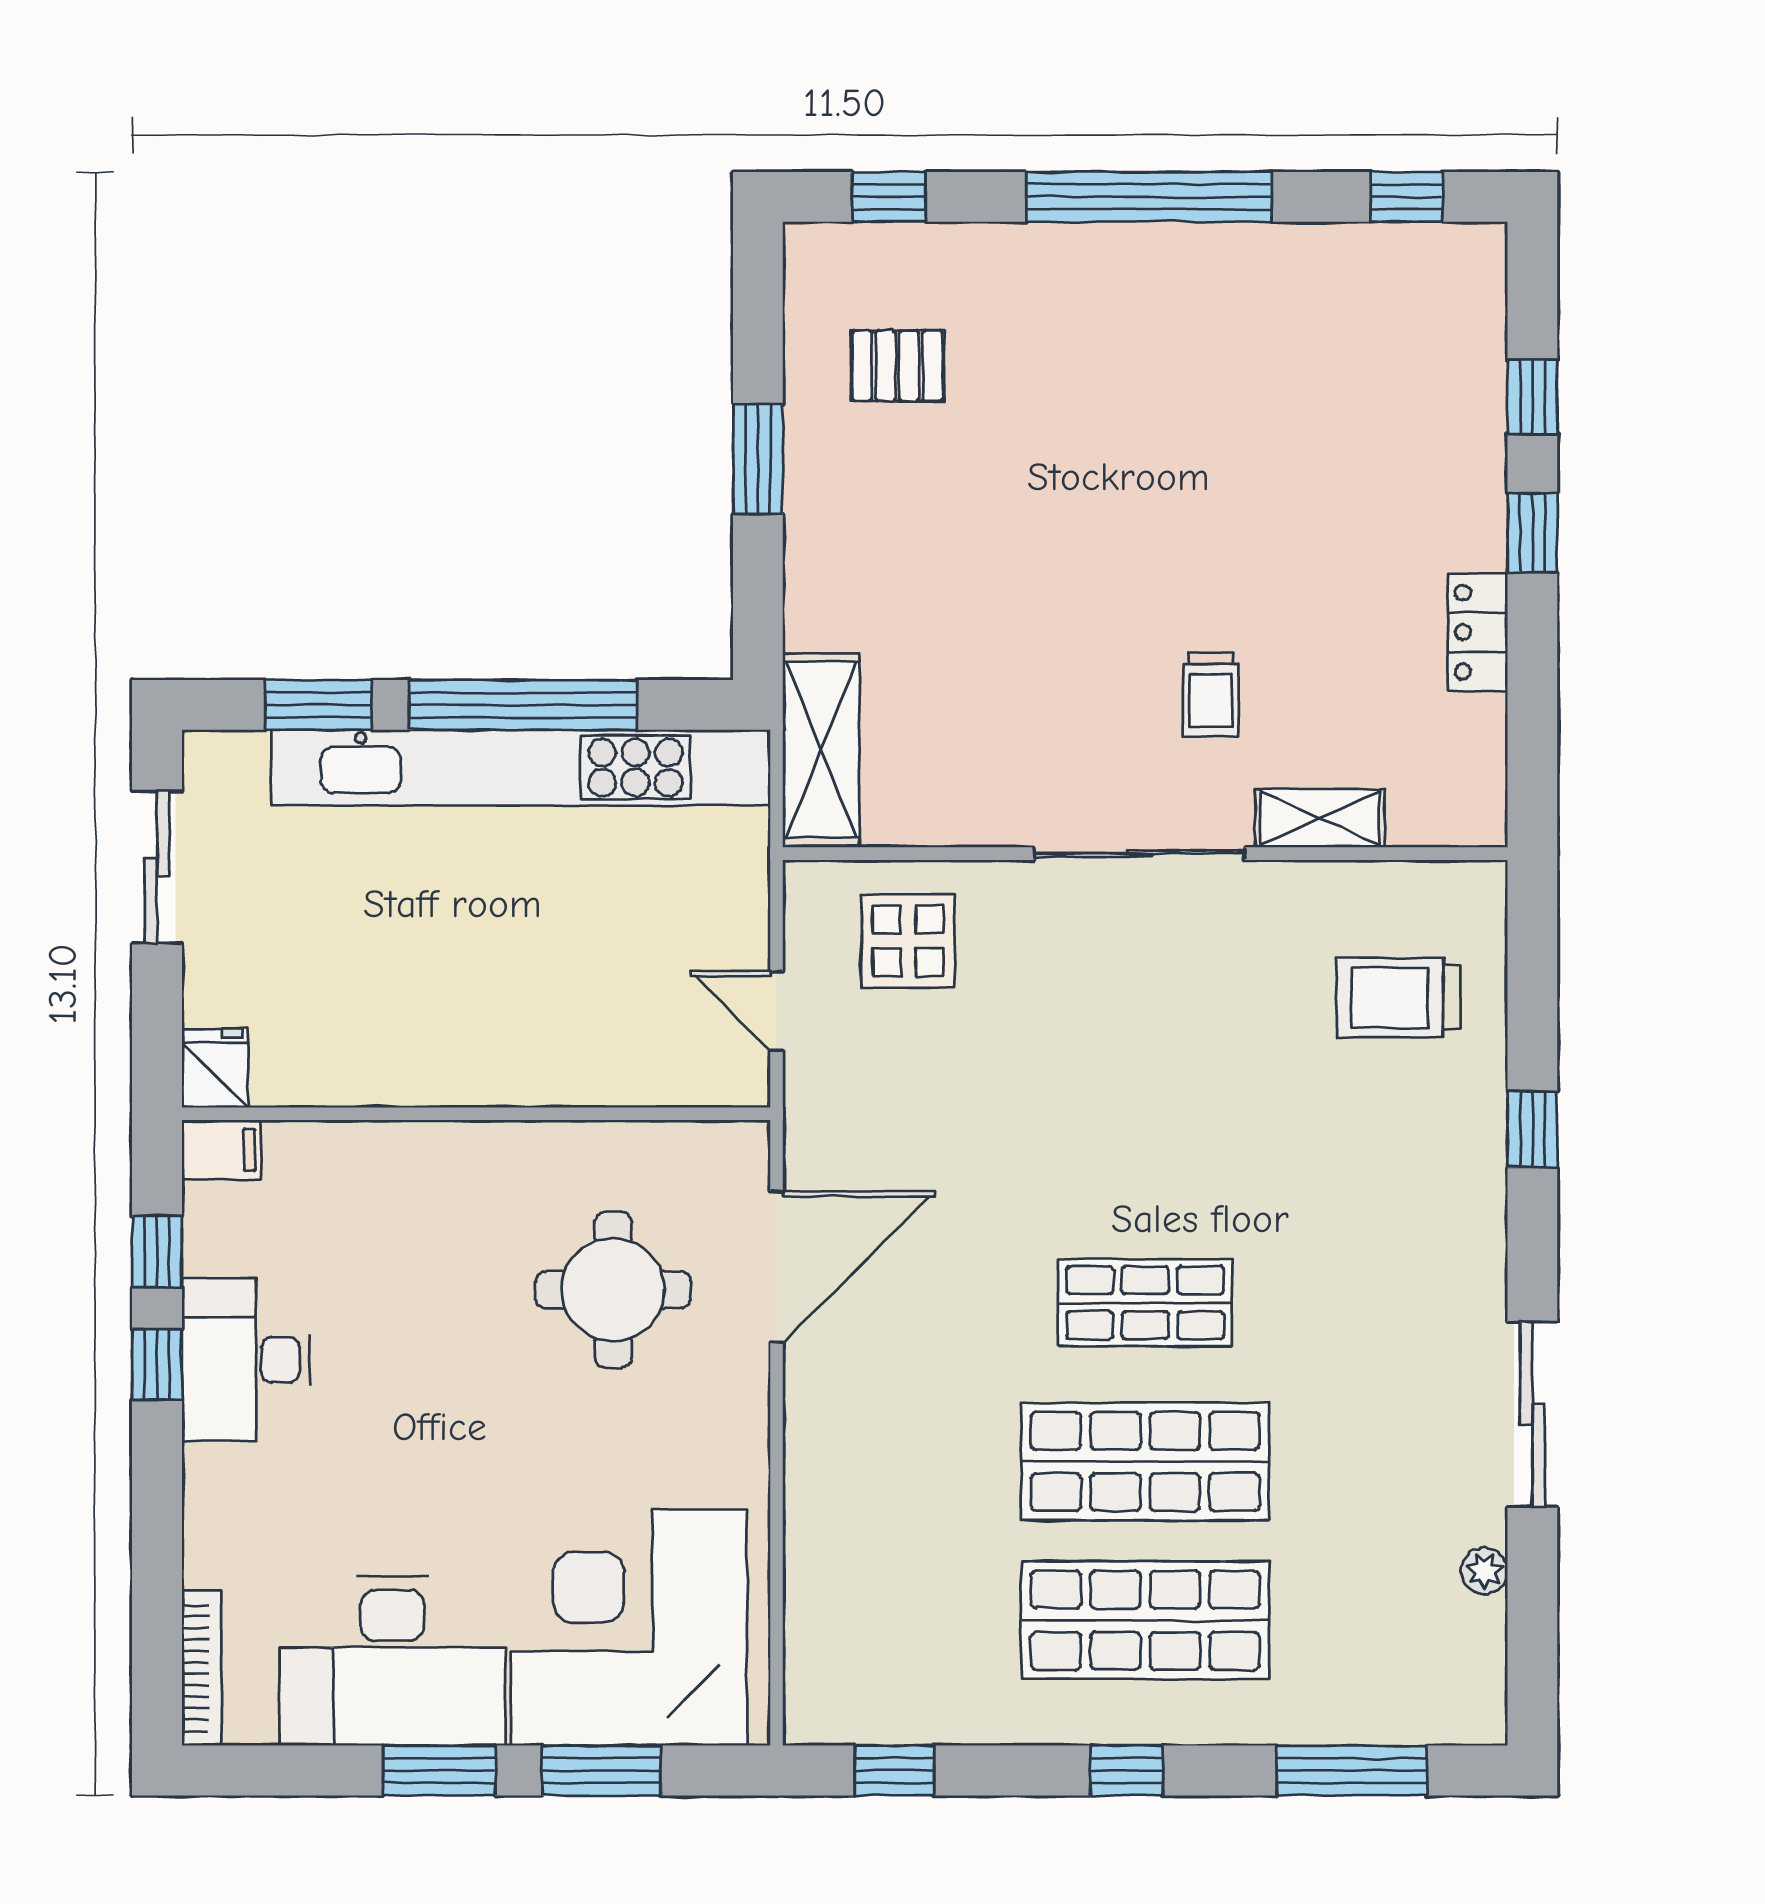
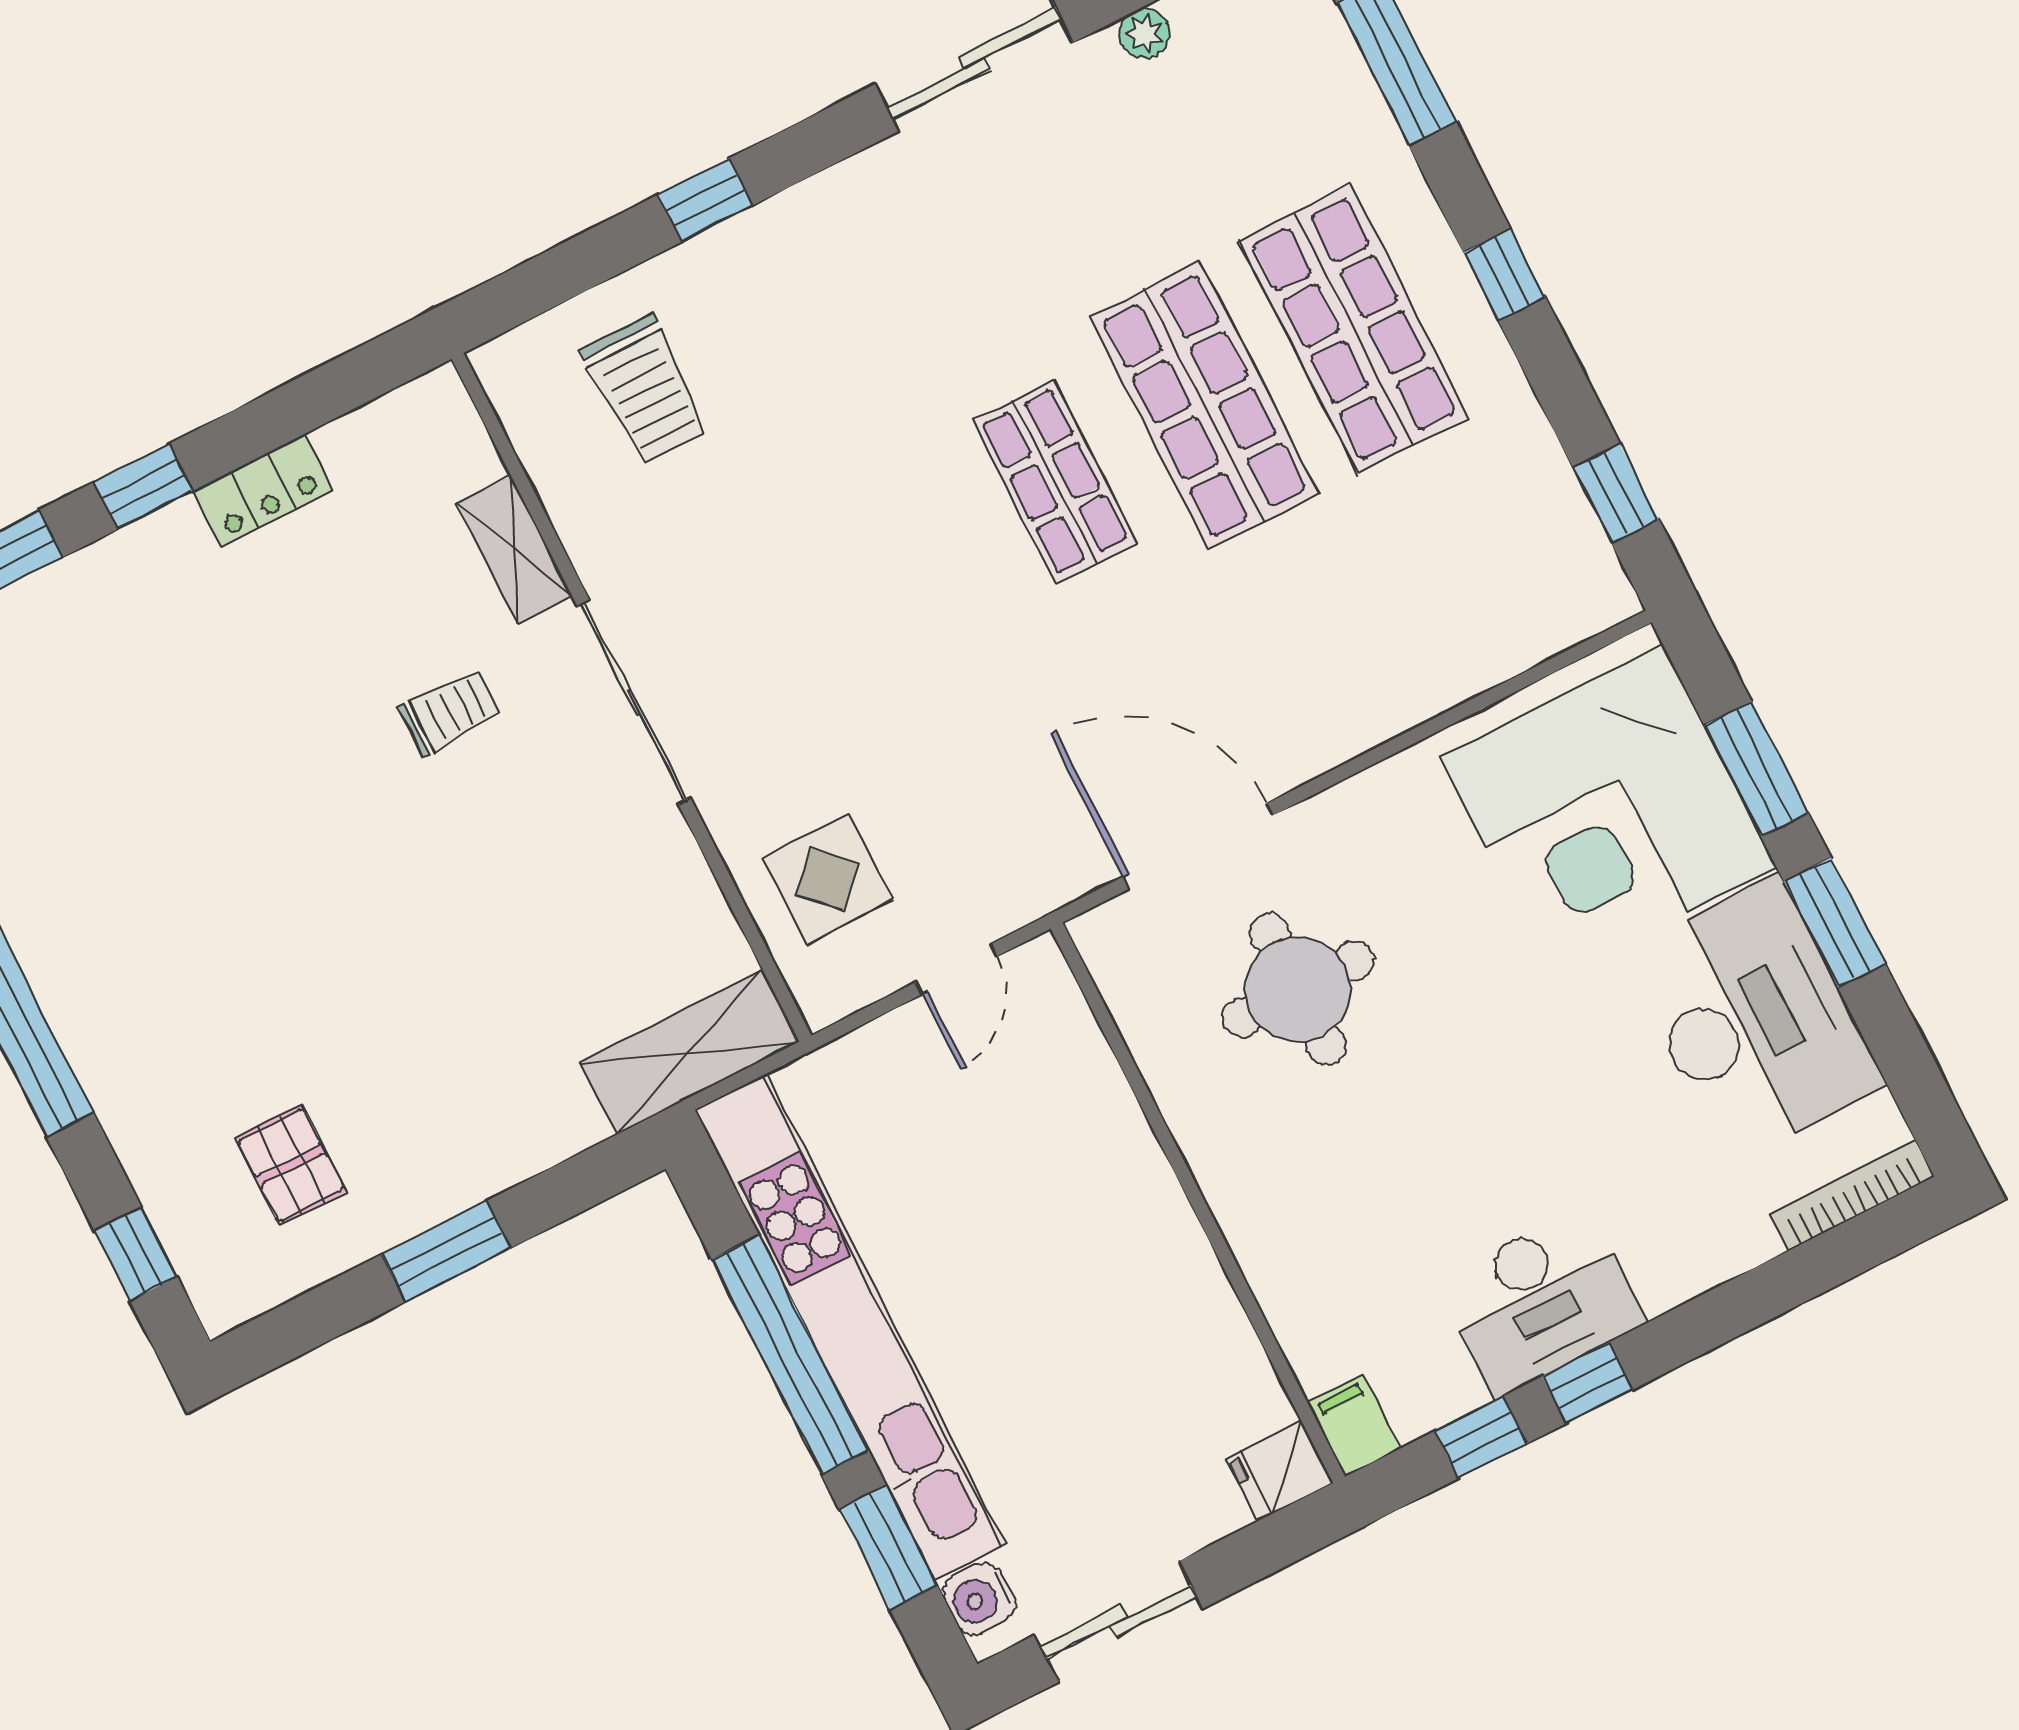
water cooler: (236, 759) -> (979, 1599), added

